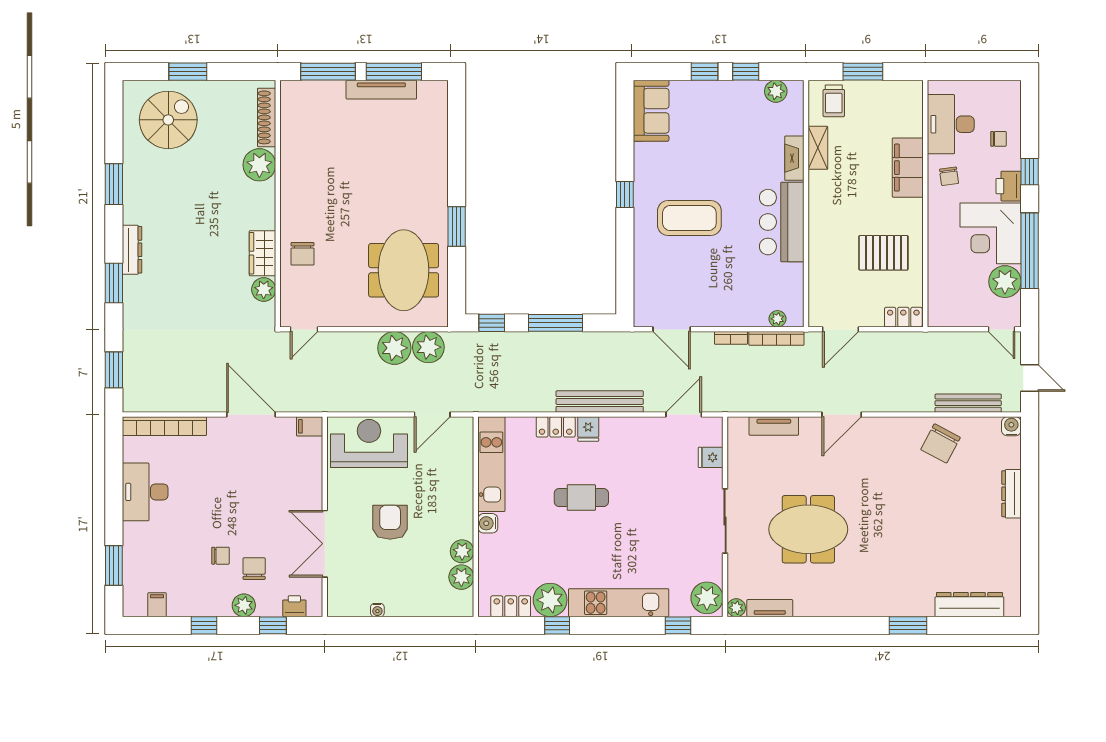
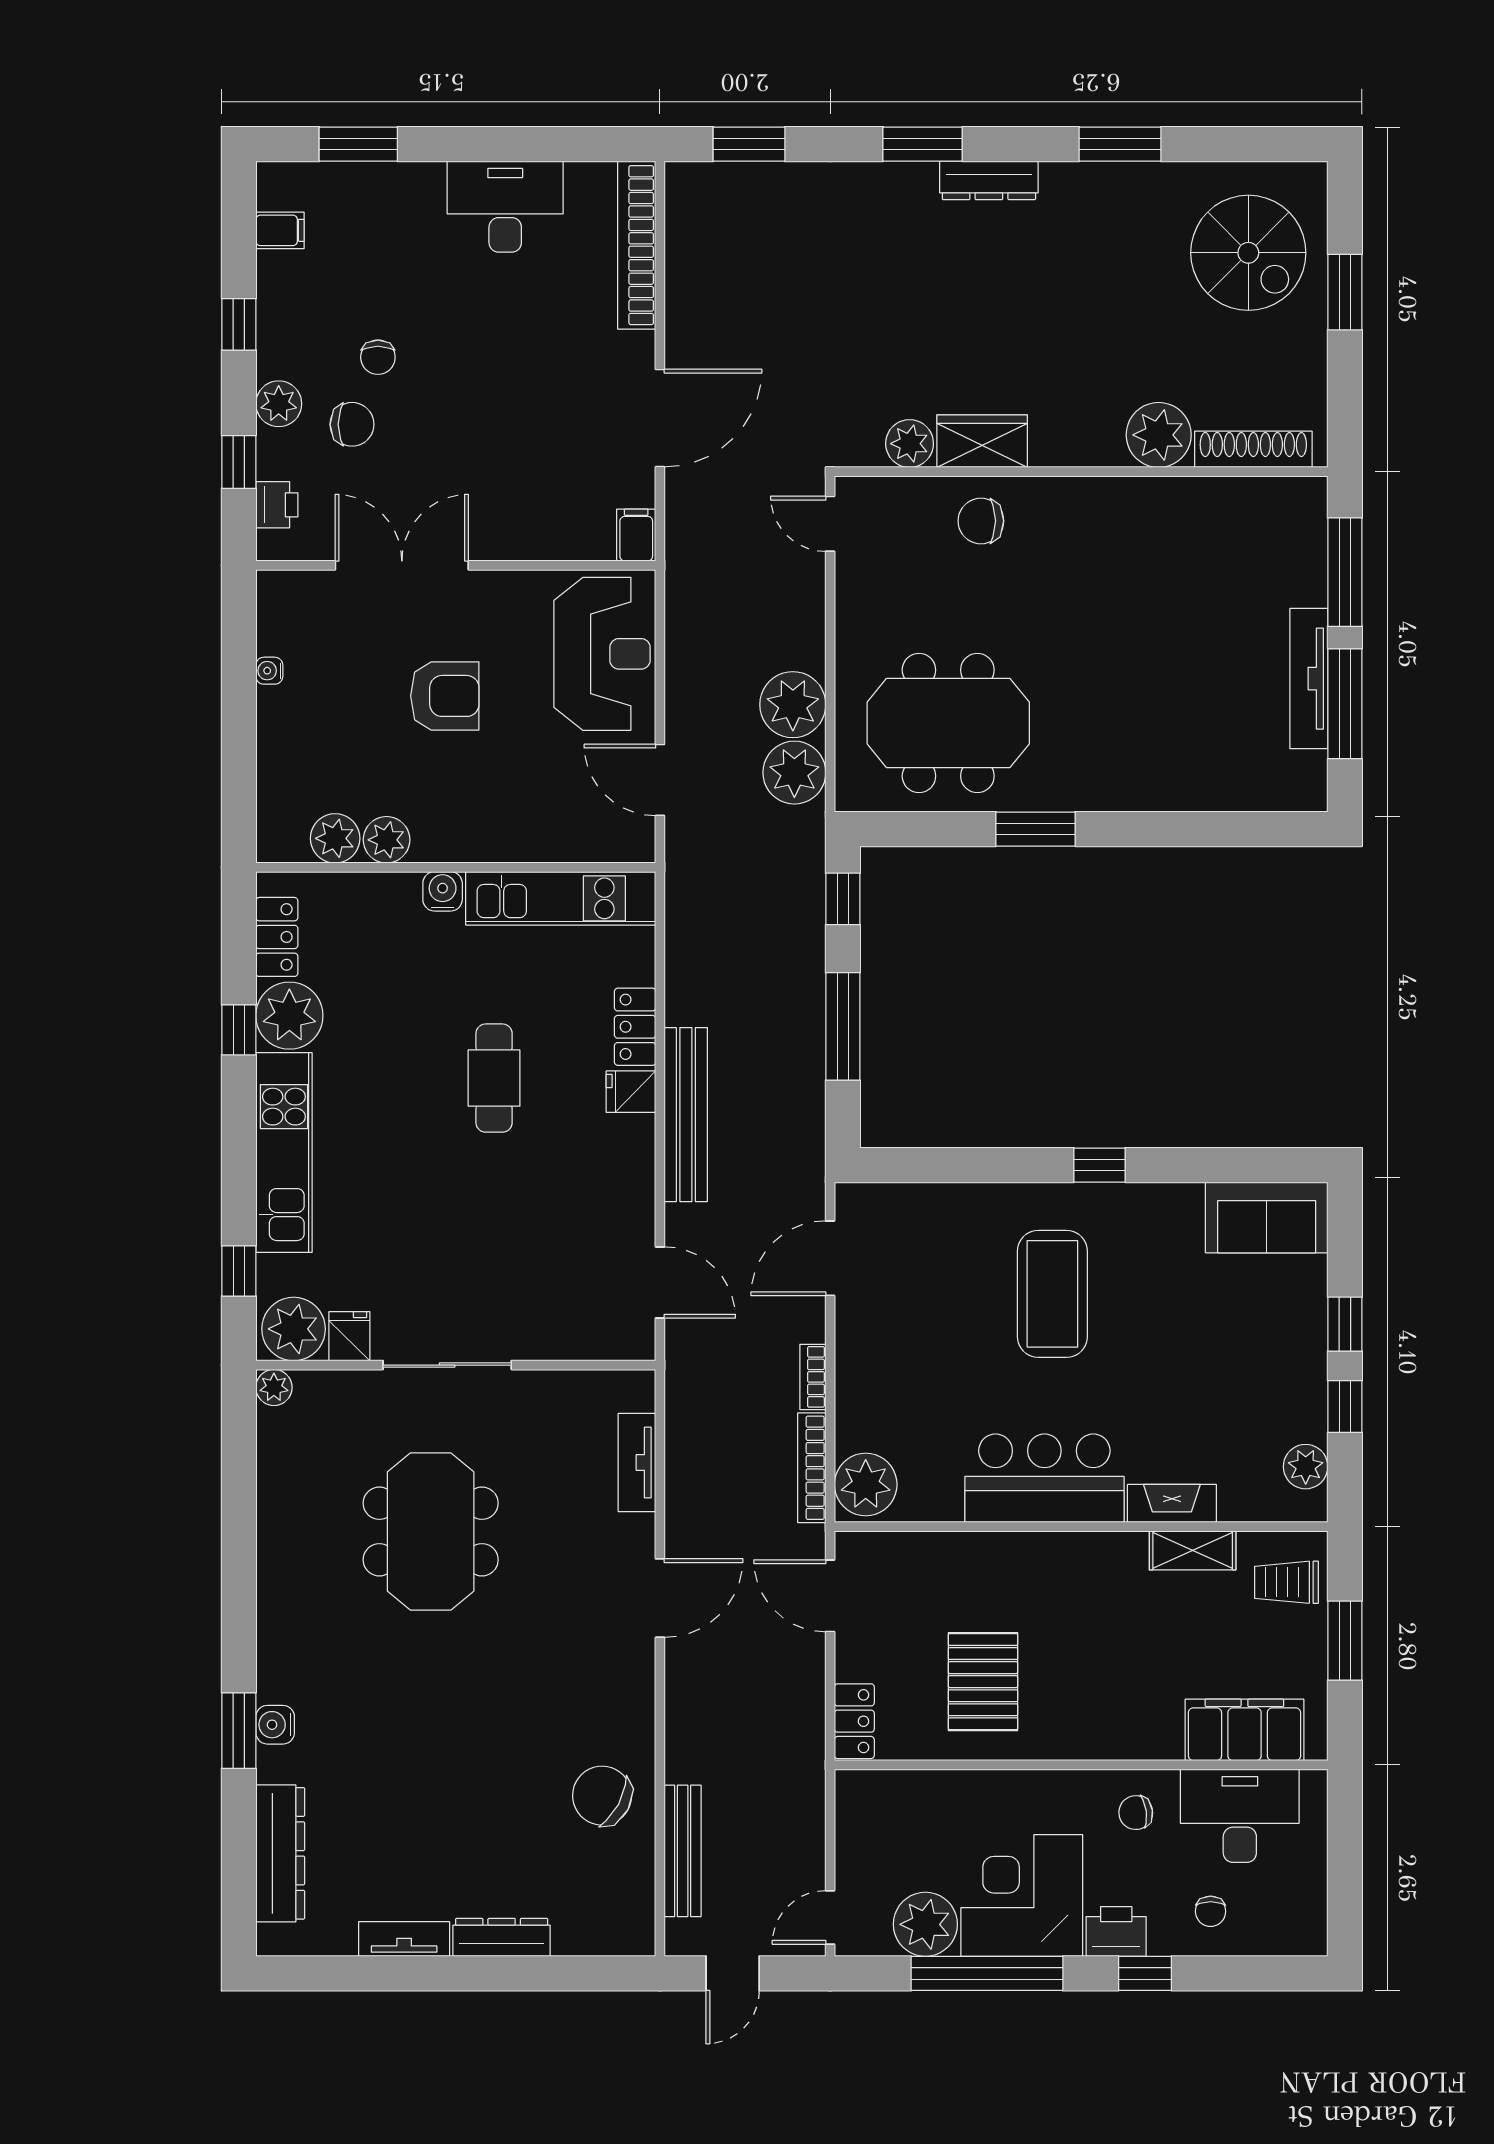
filing cabinet: (908, 168) -> (1244, 1730), moved
plant: (777, 319) -> (866, 1485), width x1.87, depth x1.87
door: (842, 414) -> (660, 1598), swing flipped
water cooler: (1011, 426) -> (275, 1725), moved, turned 180
fridge: (711, 457) -> (349, 1336), moved
tv unit: (770, 608) -> (404, 1939), moved, turned -90

